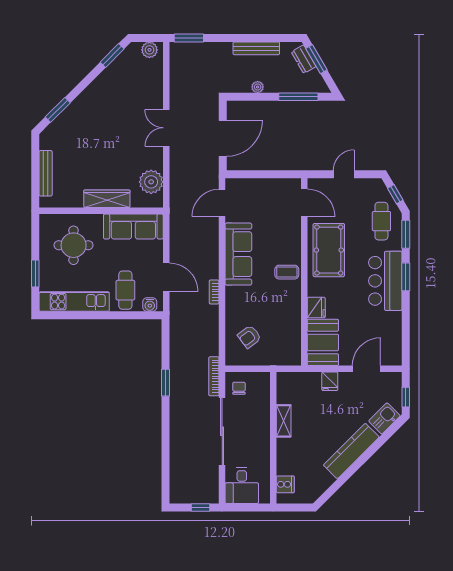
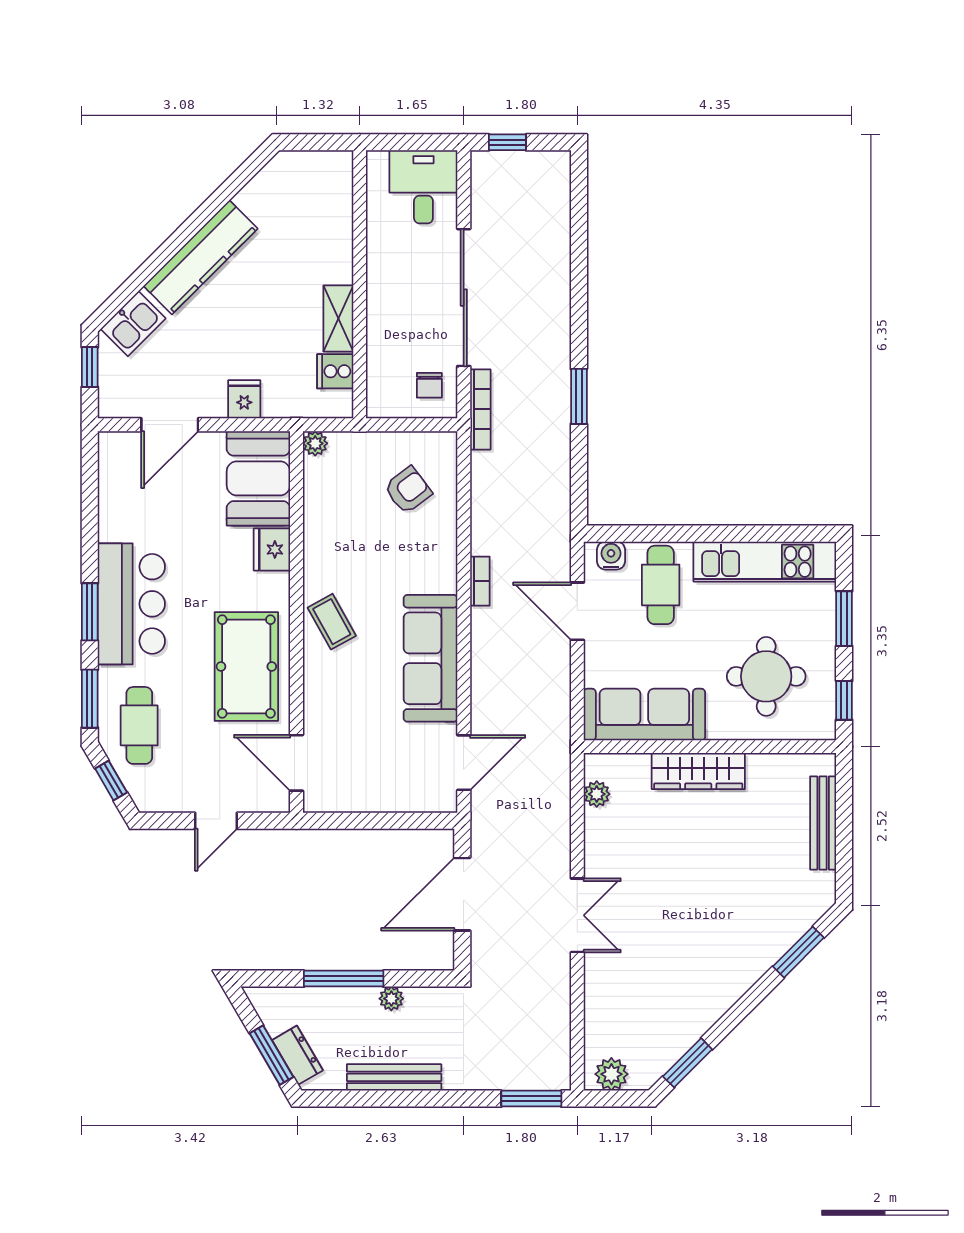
window: (298, 97) -> (344, 979), moved
plant: (151, 182) -> (597, 794), width x0.53, depth x0.53
window: (35, 233) -> (844, 700), added
coffee table: (287, 272) -> (332, 622), turned 61
plant: (295, 360) -> (315, 443), added
cooker: (285, 484) -> (335, 371), moved

